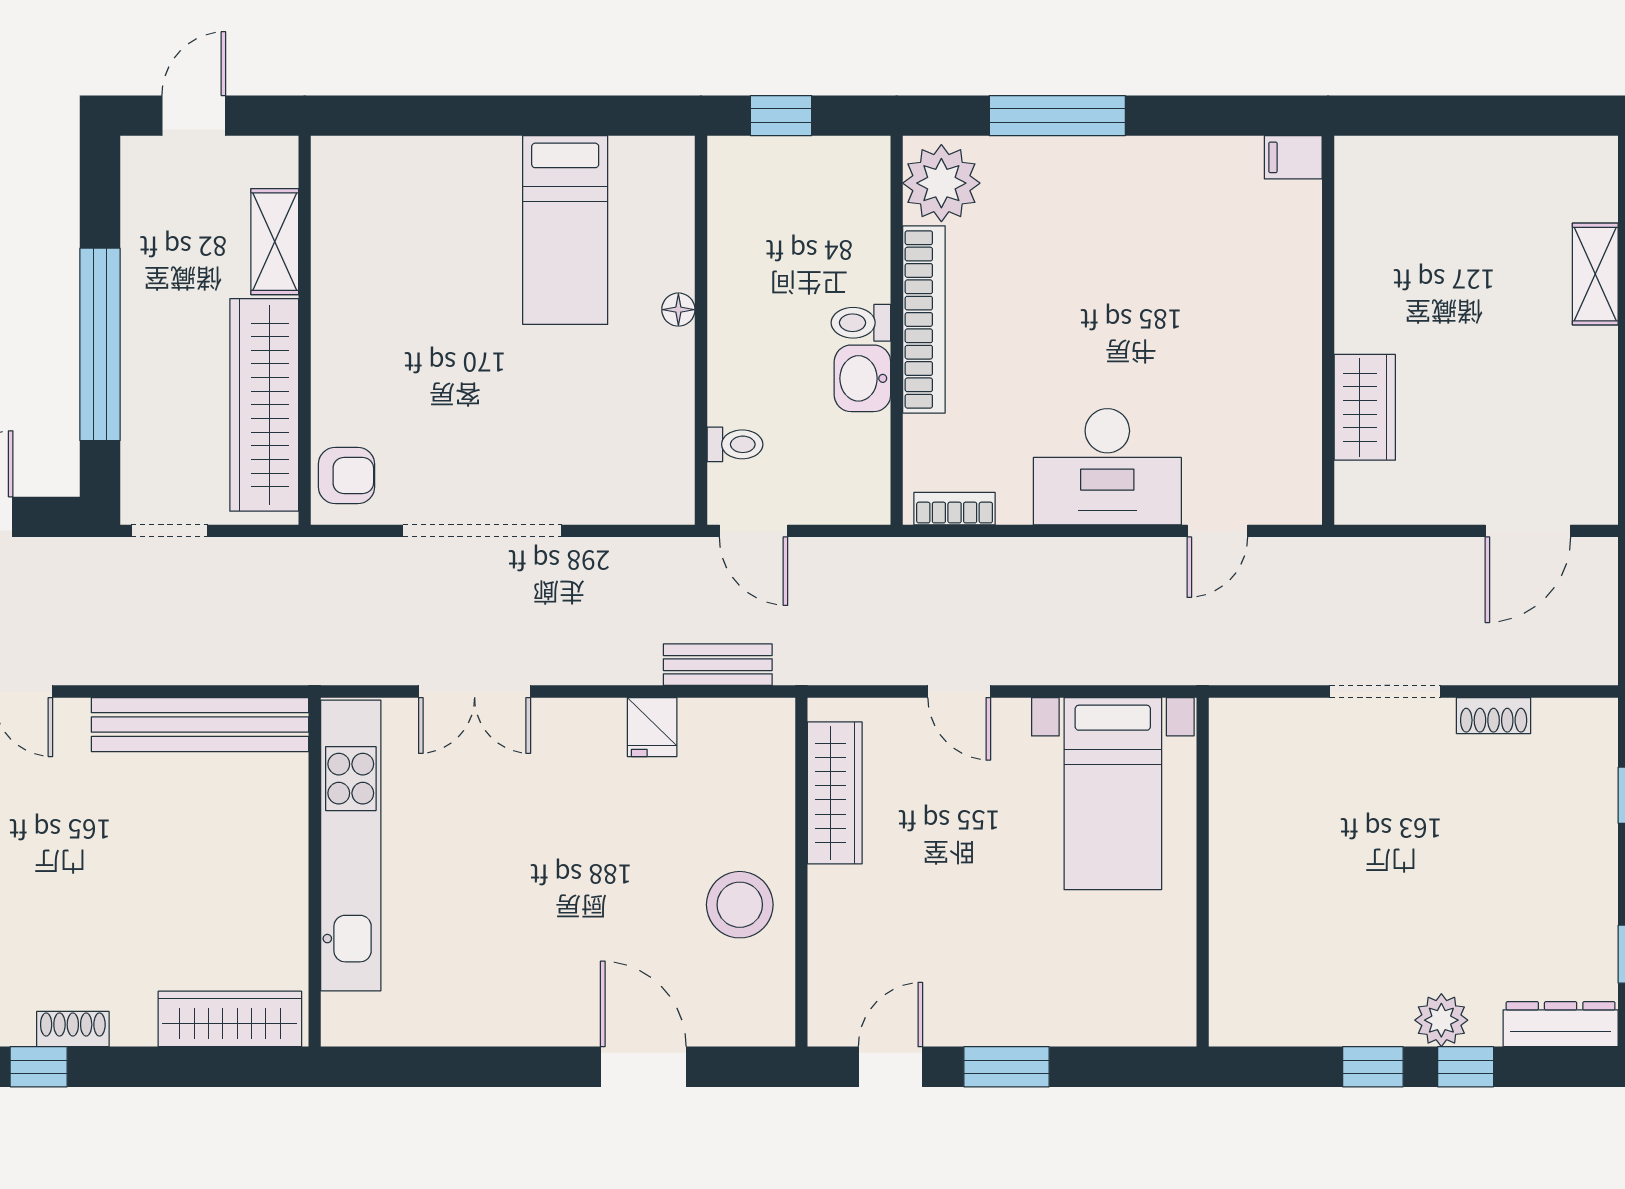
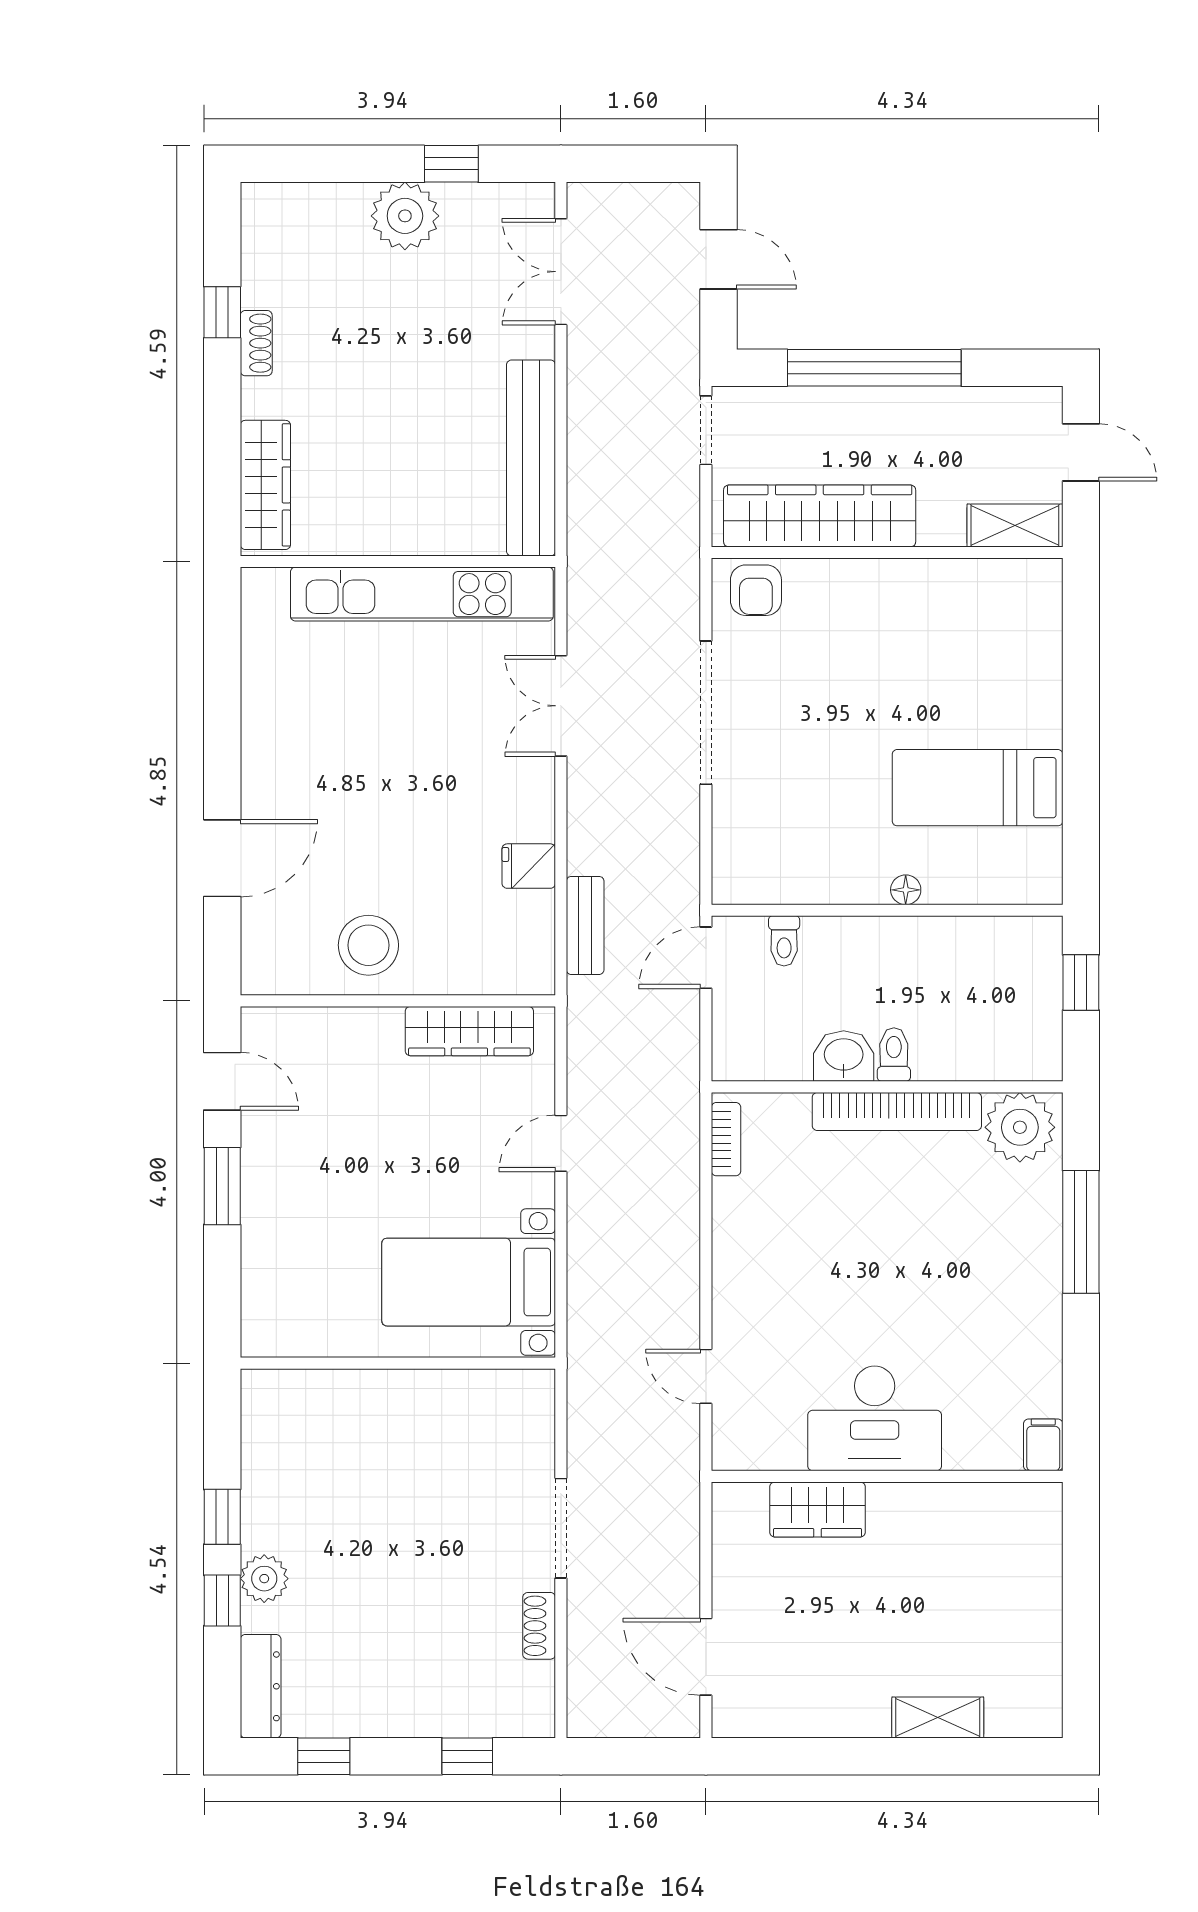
shelving: (275, 242) -> (1015, 525), moved
desk: (1107, 467) -> (875, 1418), moved, turned -90

